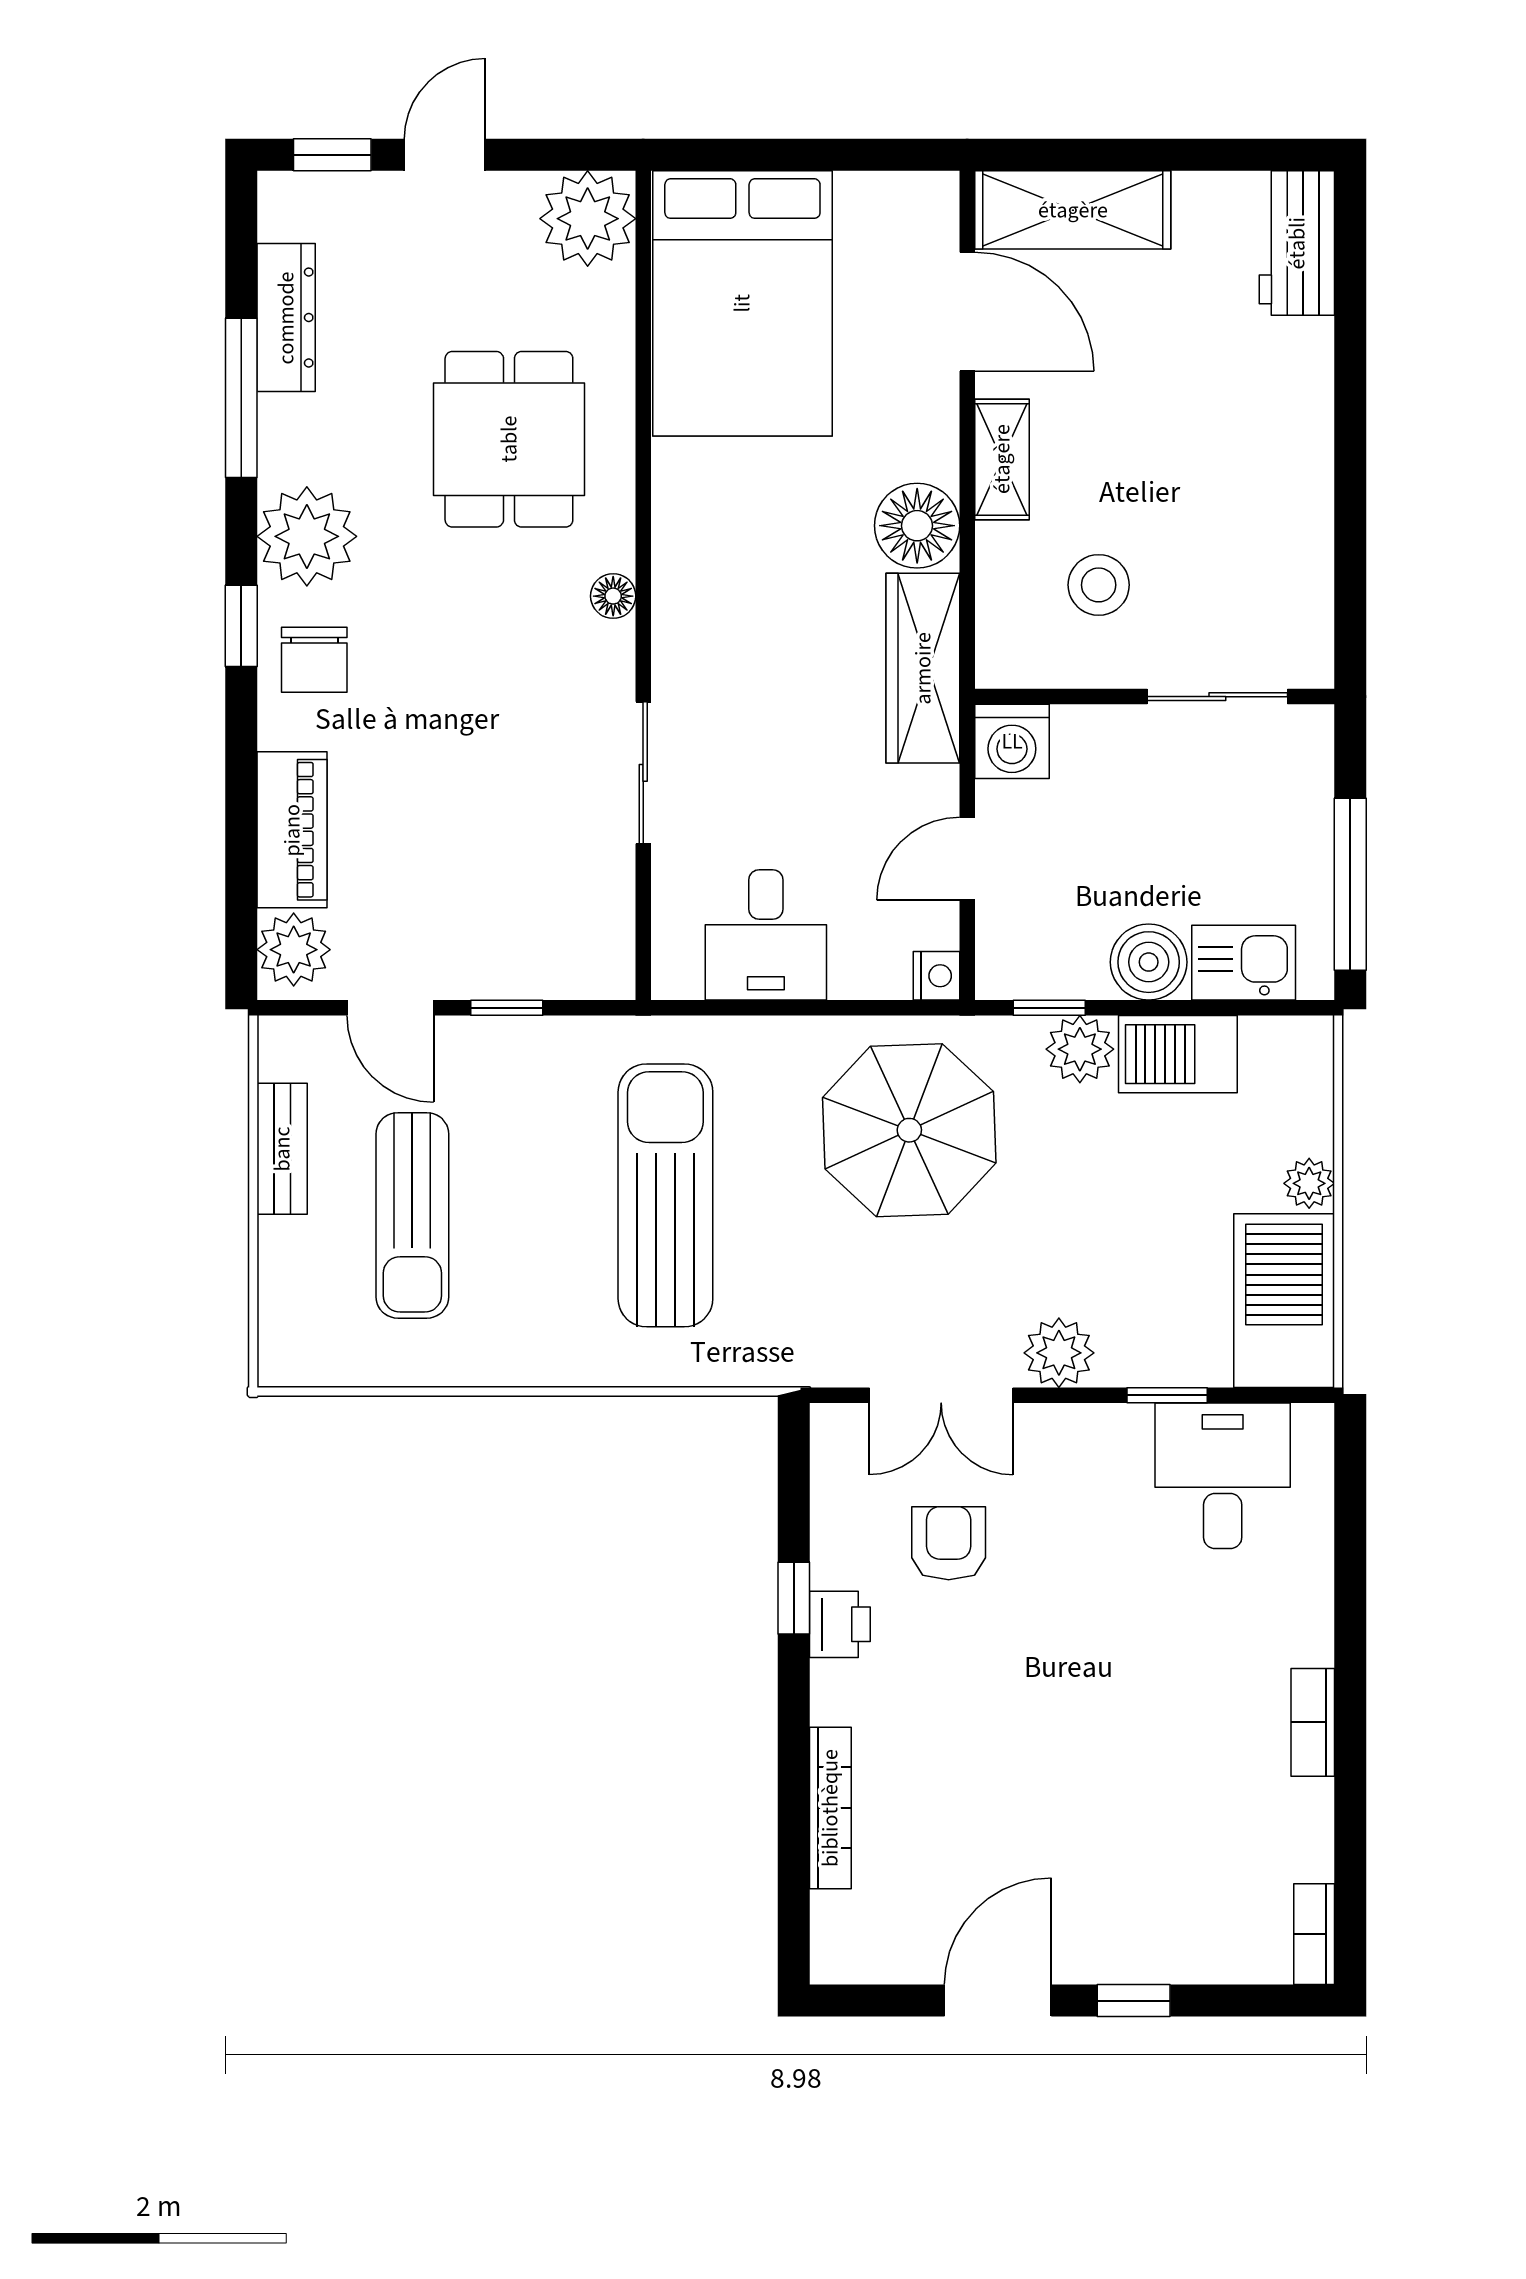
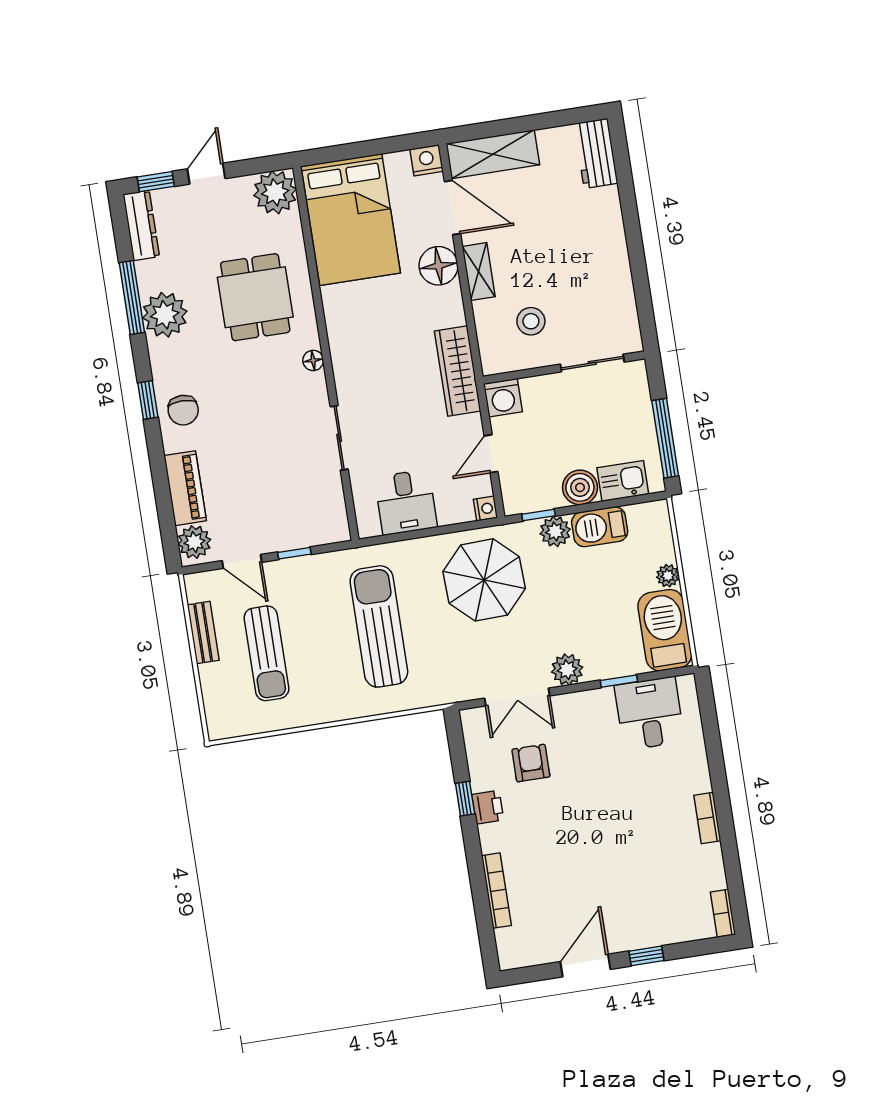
nightstand: (927, 201) -> (427, 160), added
dresser: (286, 318) -> (141, 225), moved
floor lamp: (917, 526) -> (438, 266), moved
plant: (307, 536) -> (165, 315), moved

